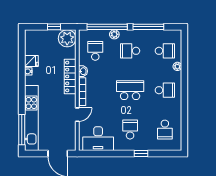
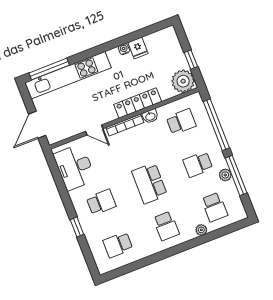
plant: (114, 34) -> (225, 175), moved
school desk: (130, 51) -> (198, 164), turned -90
school desk: (130, 90) -> (150, 183), turned 180

